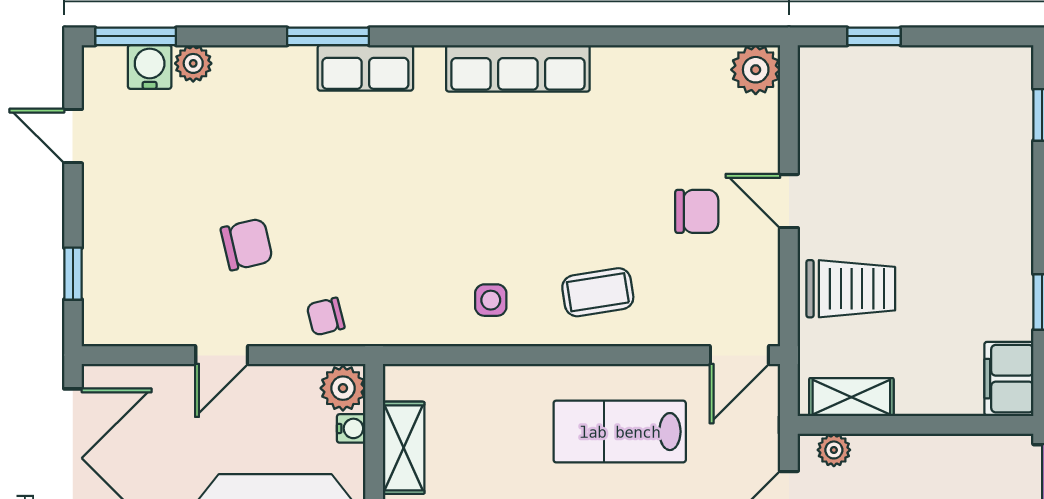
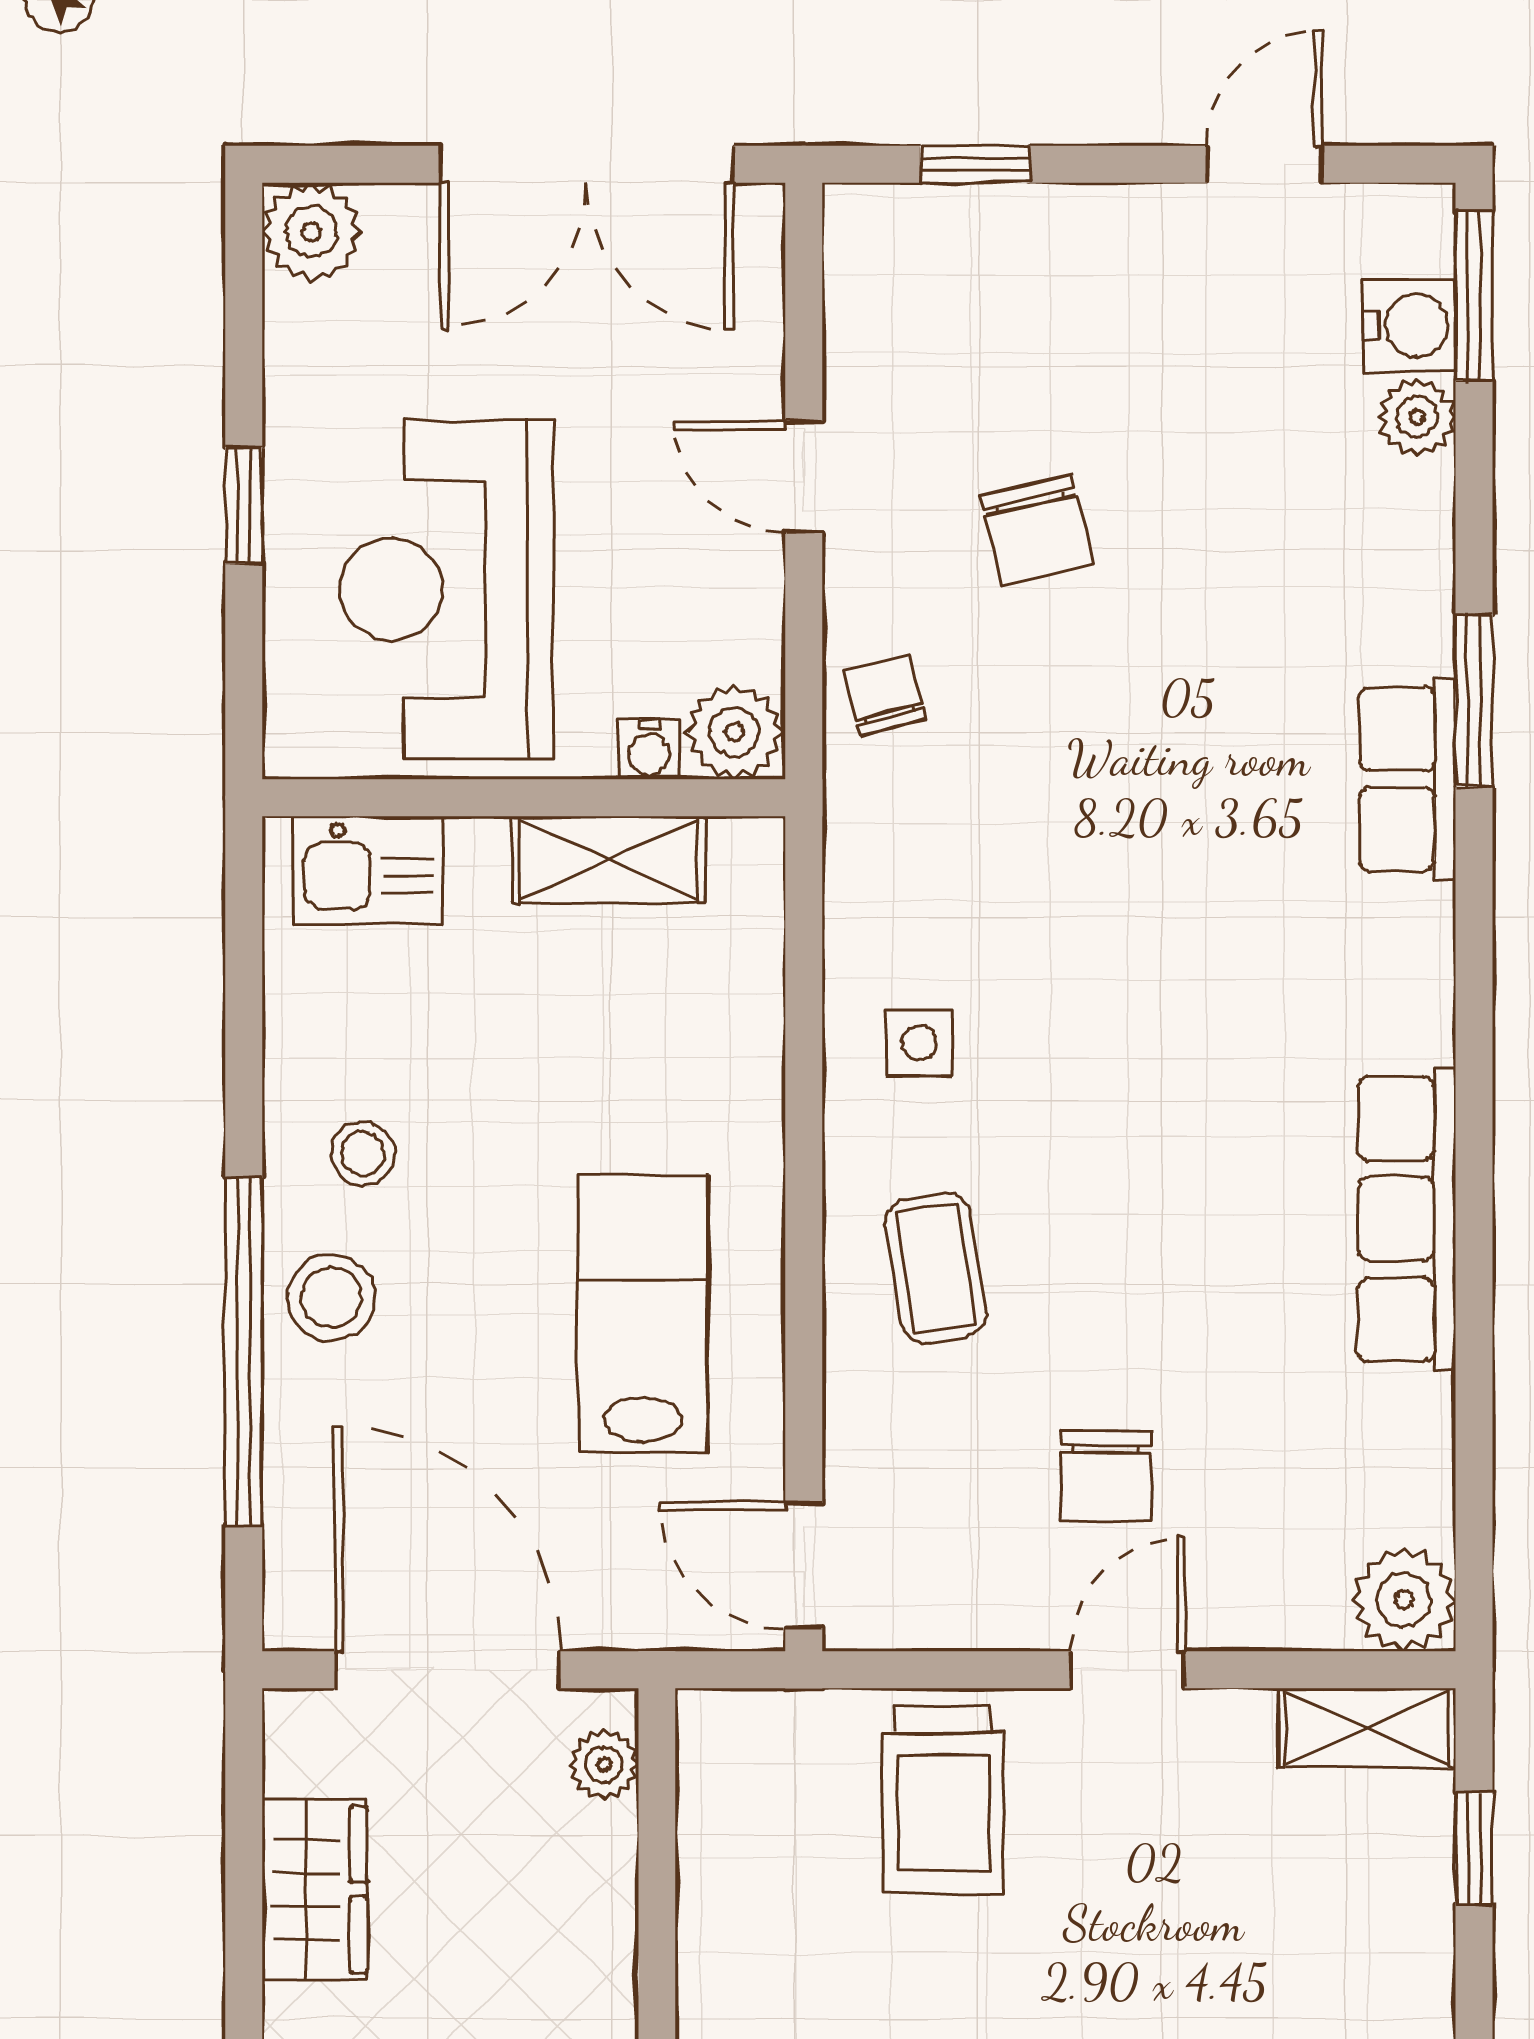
row of seats: (518, 68) -> (1407, 1219), moved
shelving: (851, 397) -> (1367, 1728), moved, turned 90

